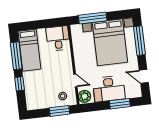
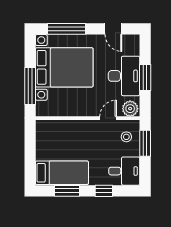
desk: (58, 38) -> (124, 171), moved, turned 180
window: (16, 56) -> (67, 191), width x0.69
door: (144, 76) -> (113, 29), hinge flipped
window: (120, 104) -> (145, 77), moved

